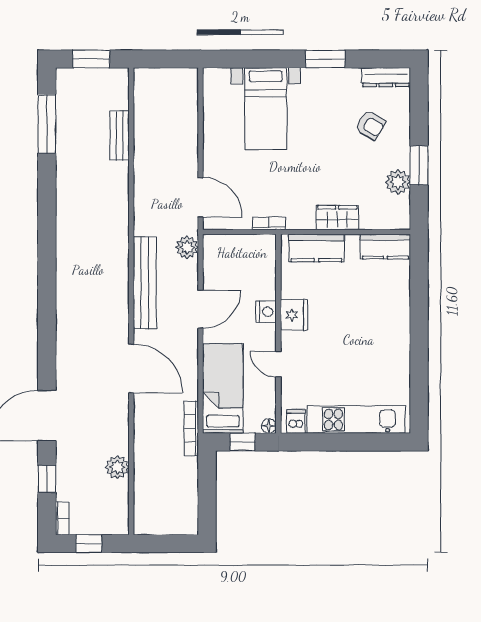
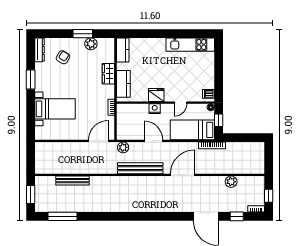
bench: (120, 136) -> (73, 181), width x1.36
kitchen unit: (356, 419) -> (190, 45), moved, turned -90

